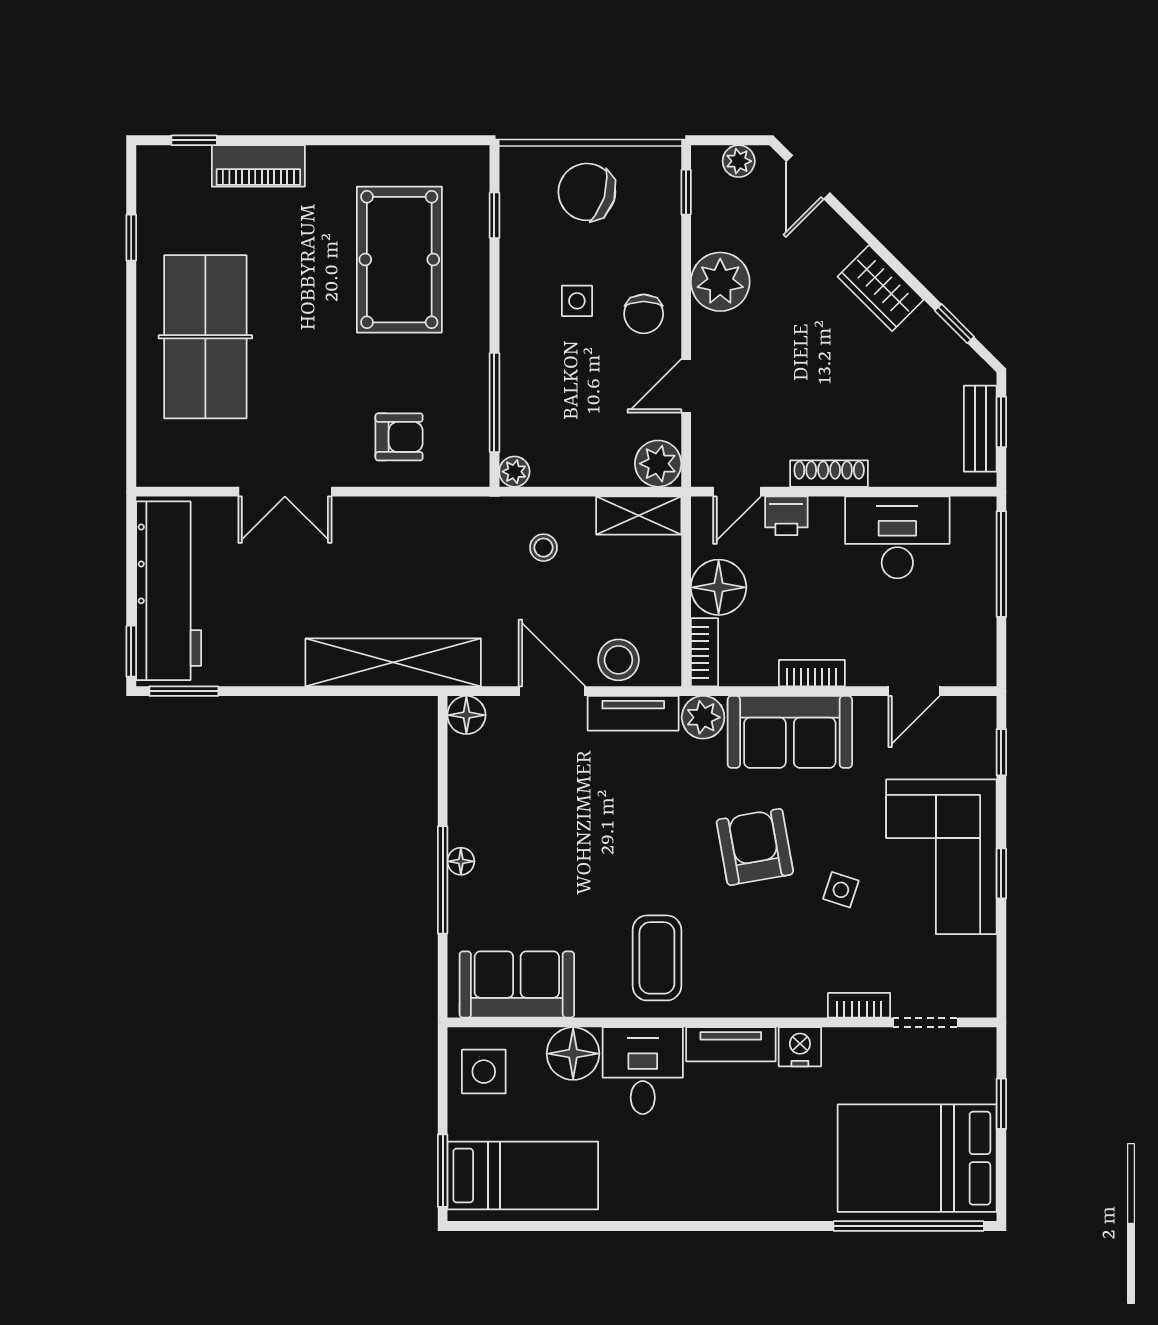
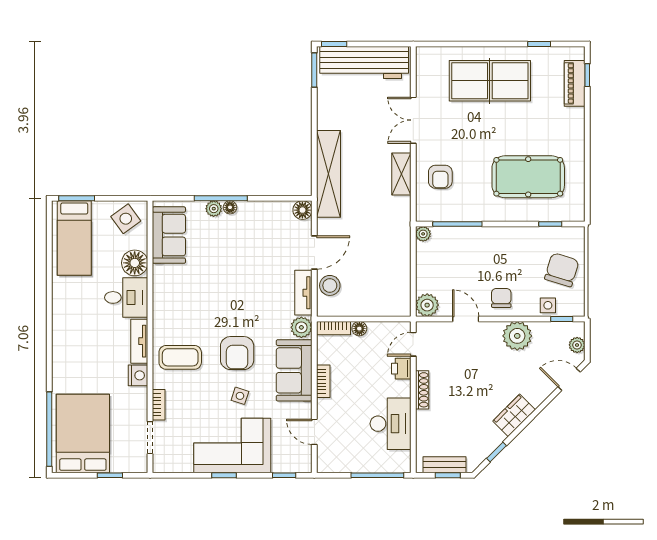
piano: (258, 166) -> (575, 83), moved
side table: (577, 301) -> (548, 305), moved
chair: (644, 314) -> (501, 298), turned 90
door: (737, 492) -> (413, 344), hinge flipped
shelving: (639, 515) -> (401, 174), moved
stool: (543, 548) -> (385, 248), removed
floor lamp: (719, 587) -> (359, 329), width x0.53, depth x0.53
armchair: (755, 847) -> (237, 353), turned 100
side table: (841, 890) -> (240, 396), moved
plant: (463, 894) -> (214, 209), added
coffee table: (657, 958) -> (180, 357), moved
side table: (484, 1072) -> (126, 219), turned -36

